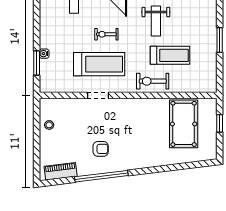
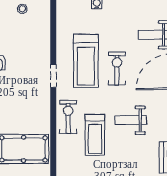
exercise bike: (106, 34) -> (117, 68), width x1.38, depth x1.39
doorway: (98, 95) -> (53, 76), moved

